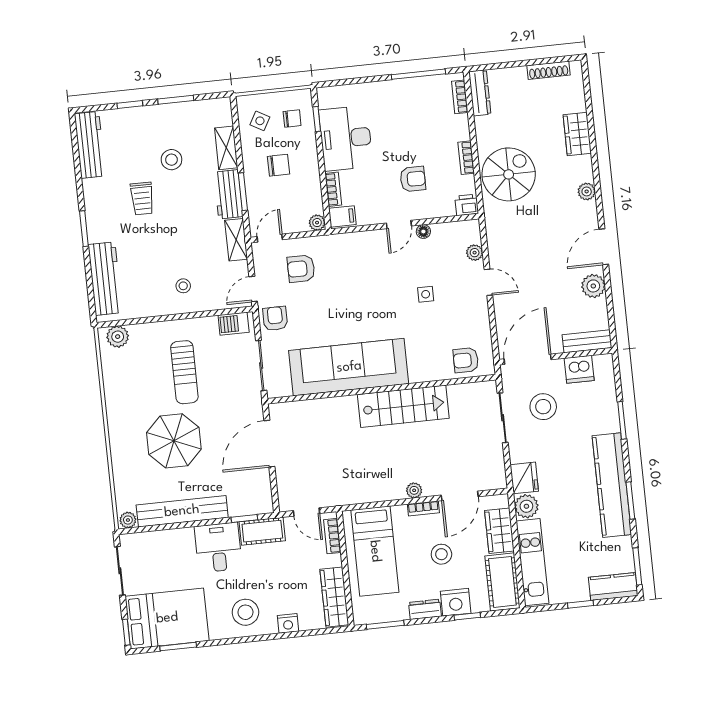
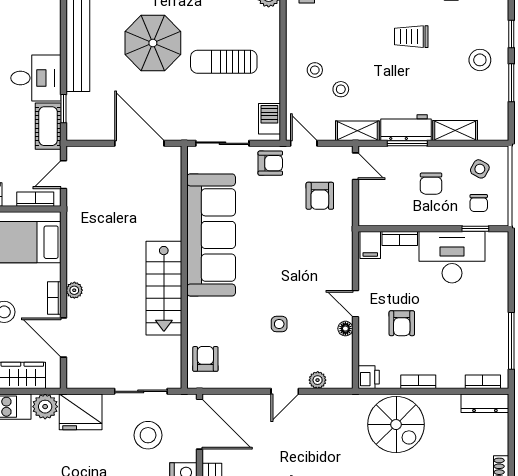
stool: (171, 160) -> (480, 60), moved
plant: (317, 223) -> (367, 218), removed
stool: (199, 259) -> (341, 89), added
armchair: (301, 269) -> (320, 196), turned 180
fridge: (524, 478) -> (81, 412), width x1.36, depth x1.34

